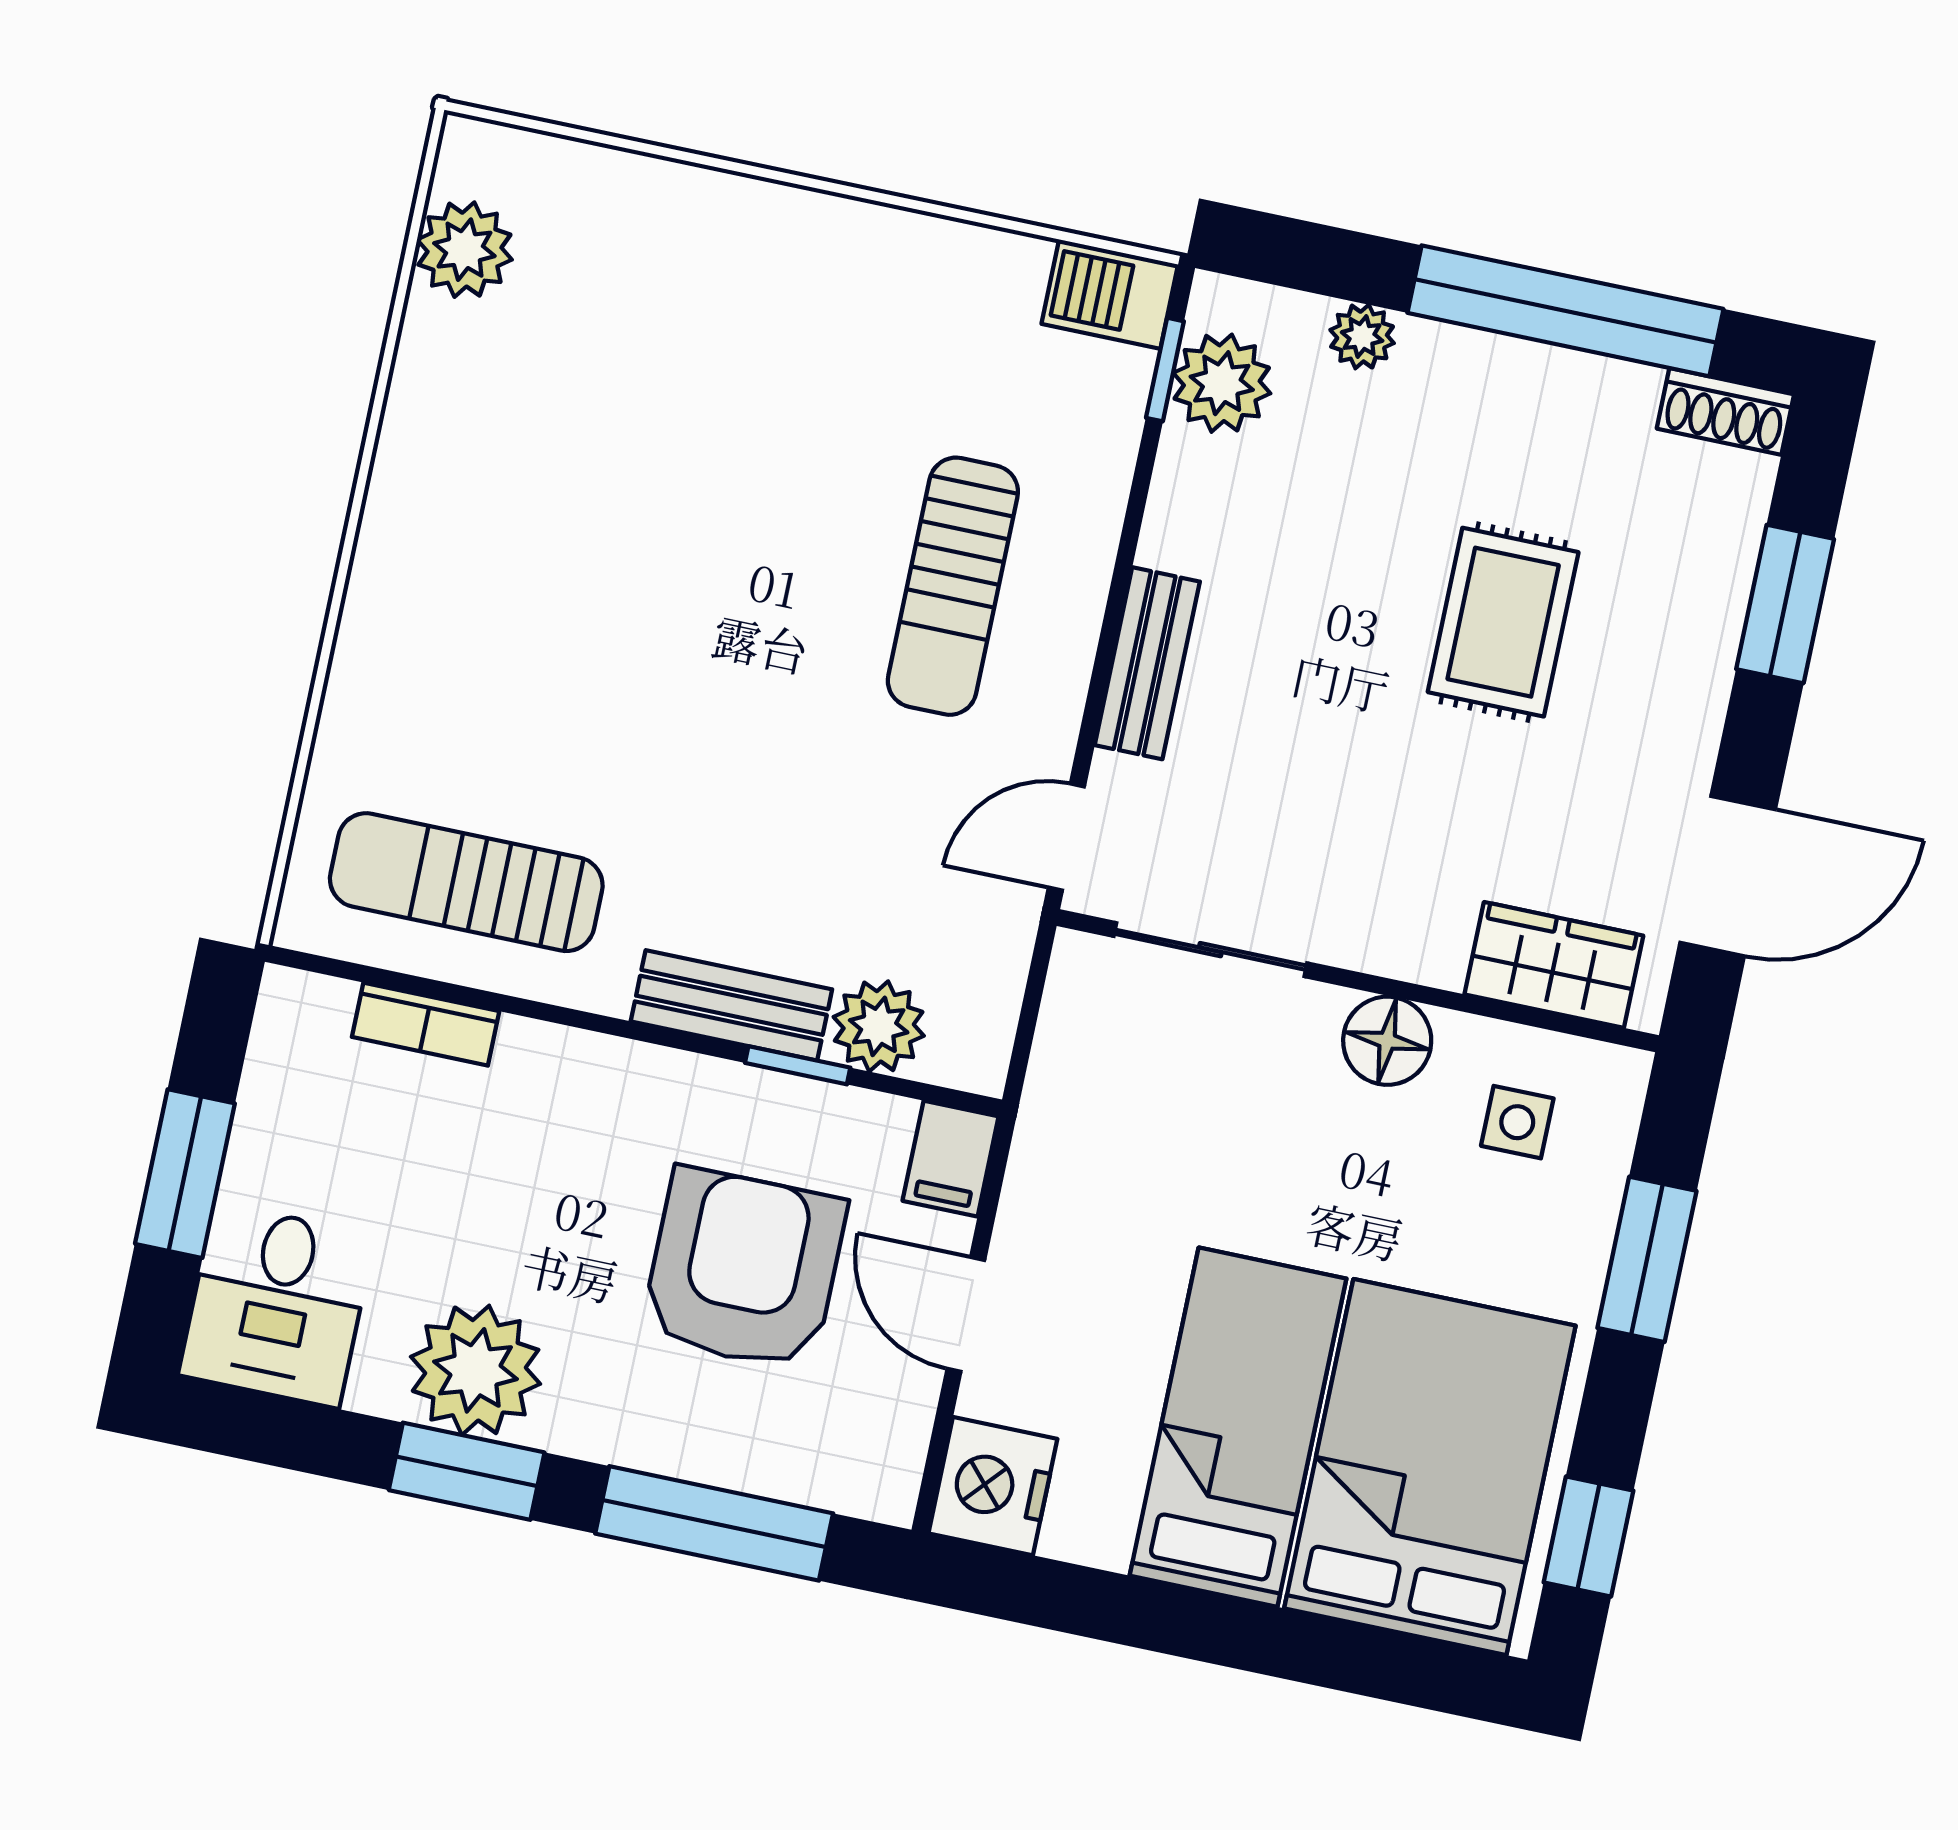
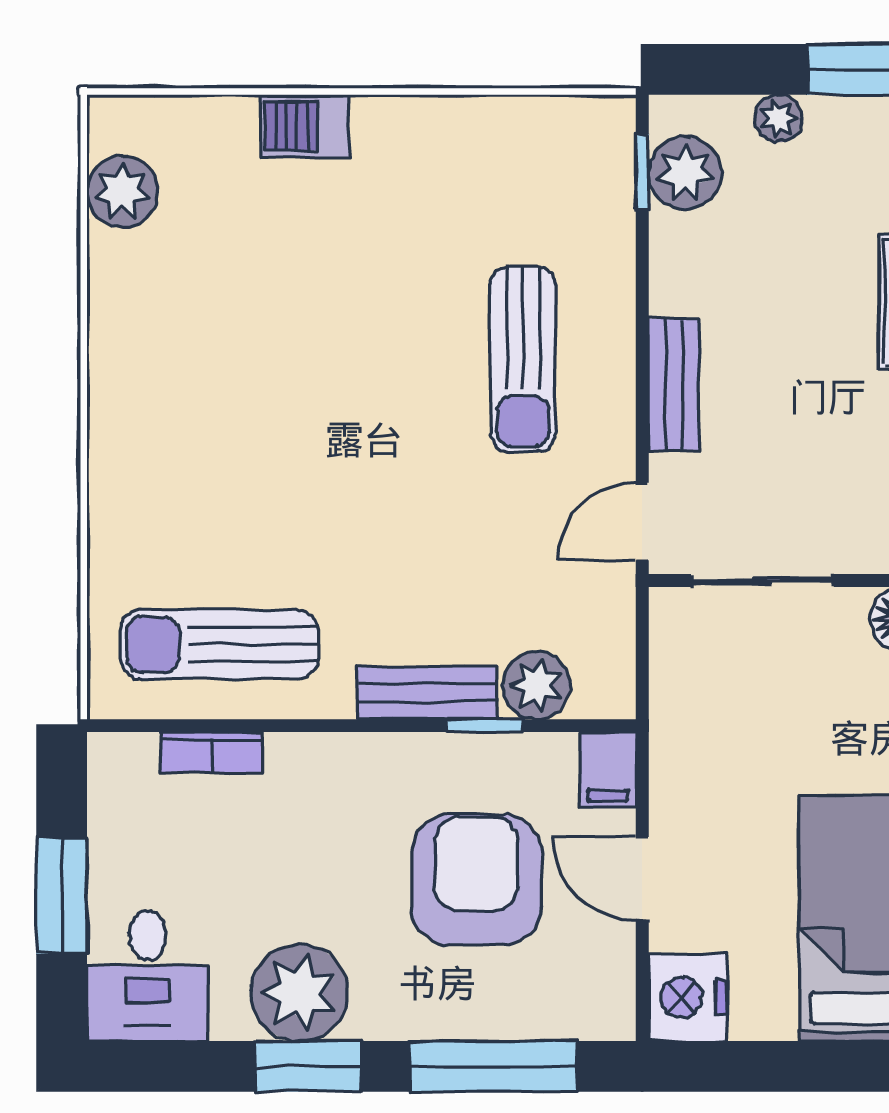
barbecue: (1110, 294) -> (305, 126), moved

